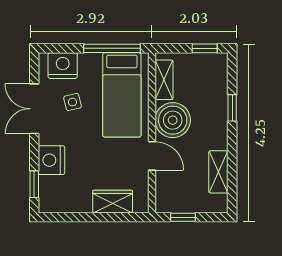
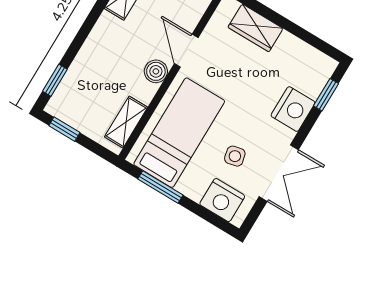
window: (112, 48) -> (160, 187), width x0.69
window: (232, 108) -> (55, 80), moved
boiler: (173, 120) -> (156, 71), width x0.54, depth x0.54

